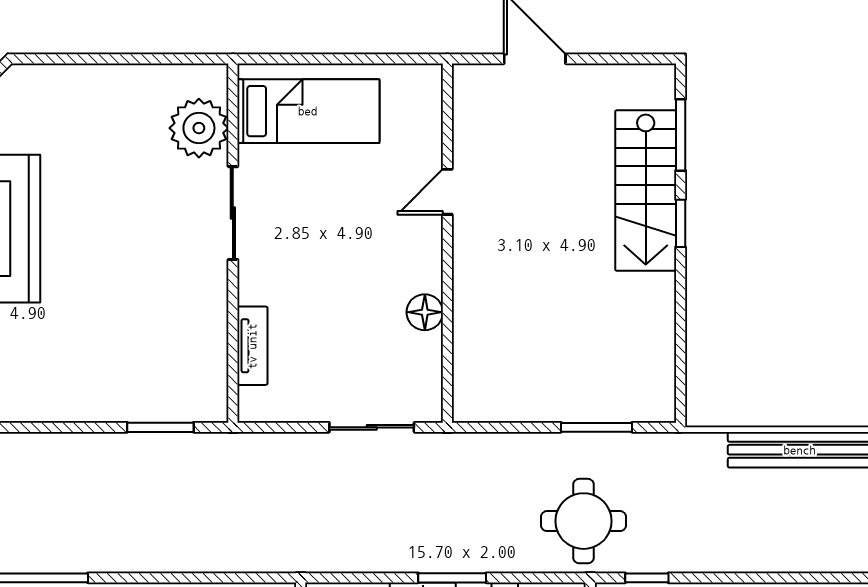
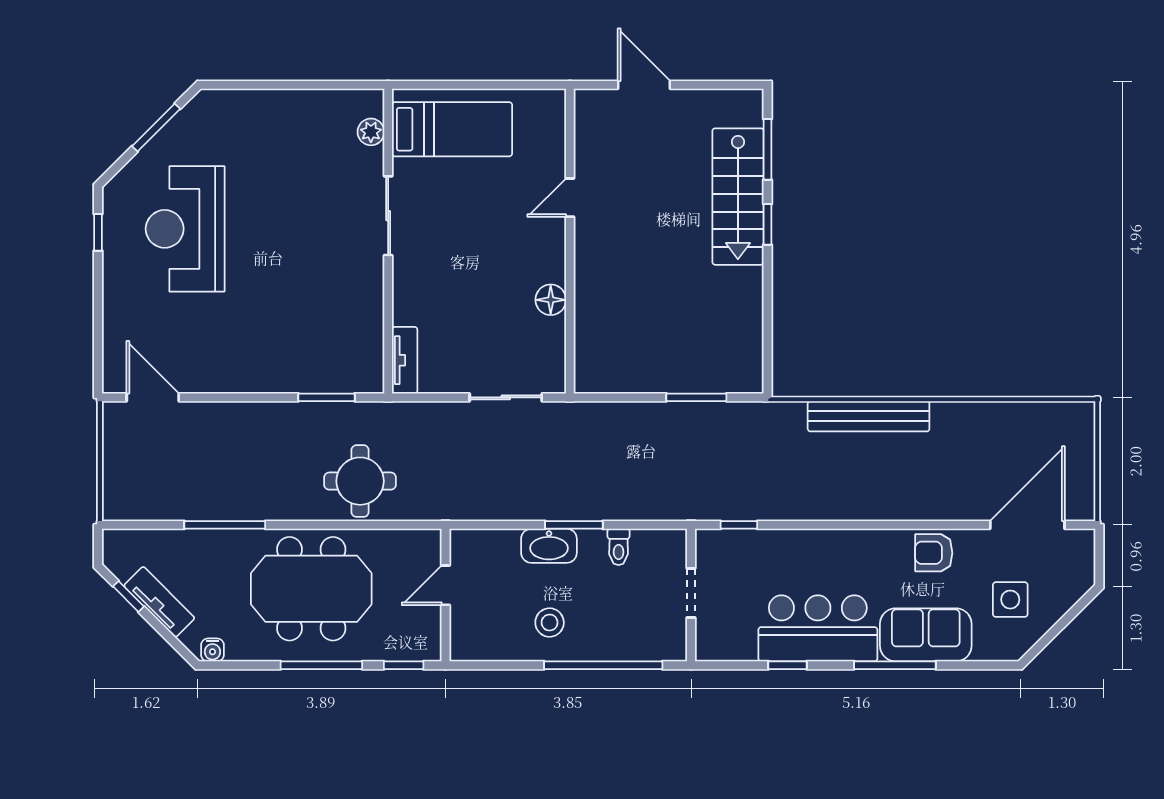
plant: (199, 128) -> (371, 132), width x0.53, depth x0.53
tv unit: (252, 346) -> (405, 360), moved
round table: (584, 521) -> (360, 481), moved

